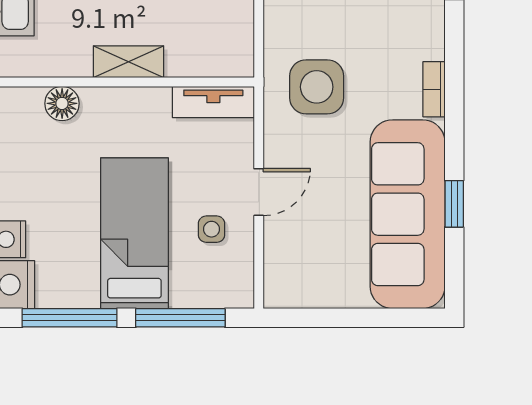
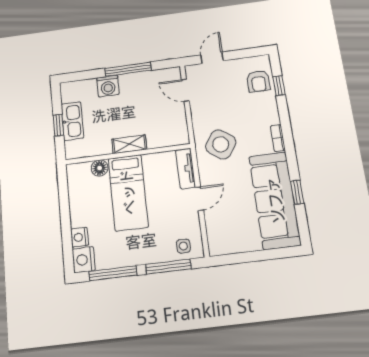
side table: (317, 87) -> (221, 144), turned 34
tv unit: (213, 102) -> (186, 168), moved, turned 90
side table: (212, 229) -> (183, 246), moved
bed: (134, 233) -> (128, 192), moved, turned 180

